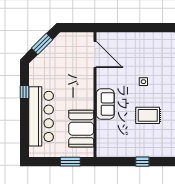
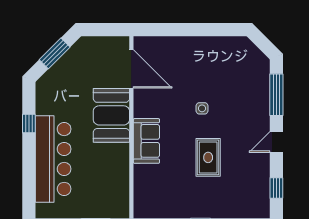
rug: (148, 115) -> (208, 157), turned 90
booth: (81, 129) -> (111, 115), moved

